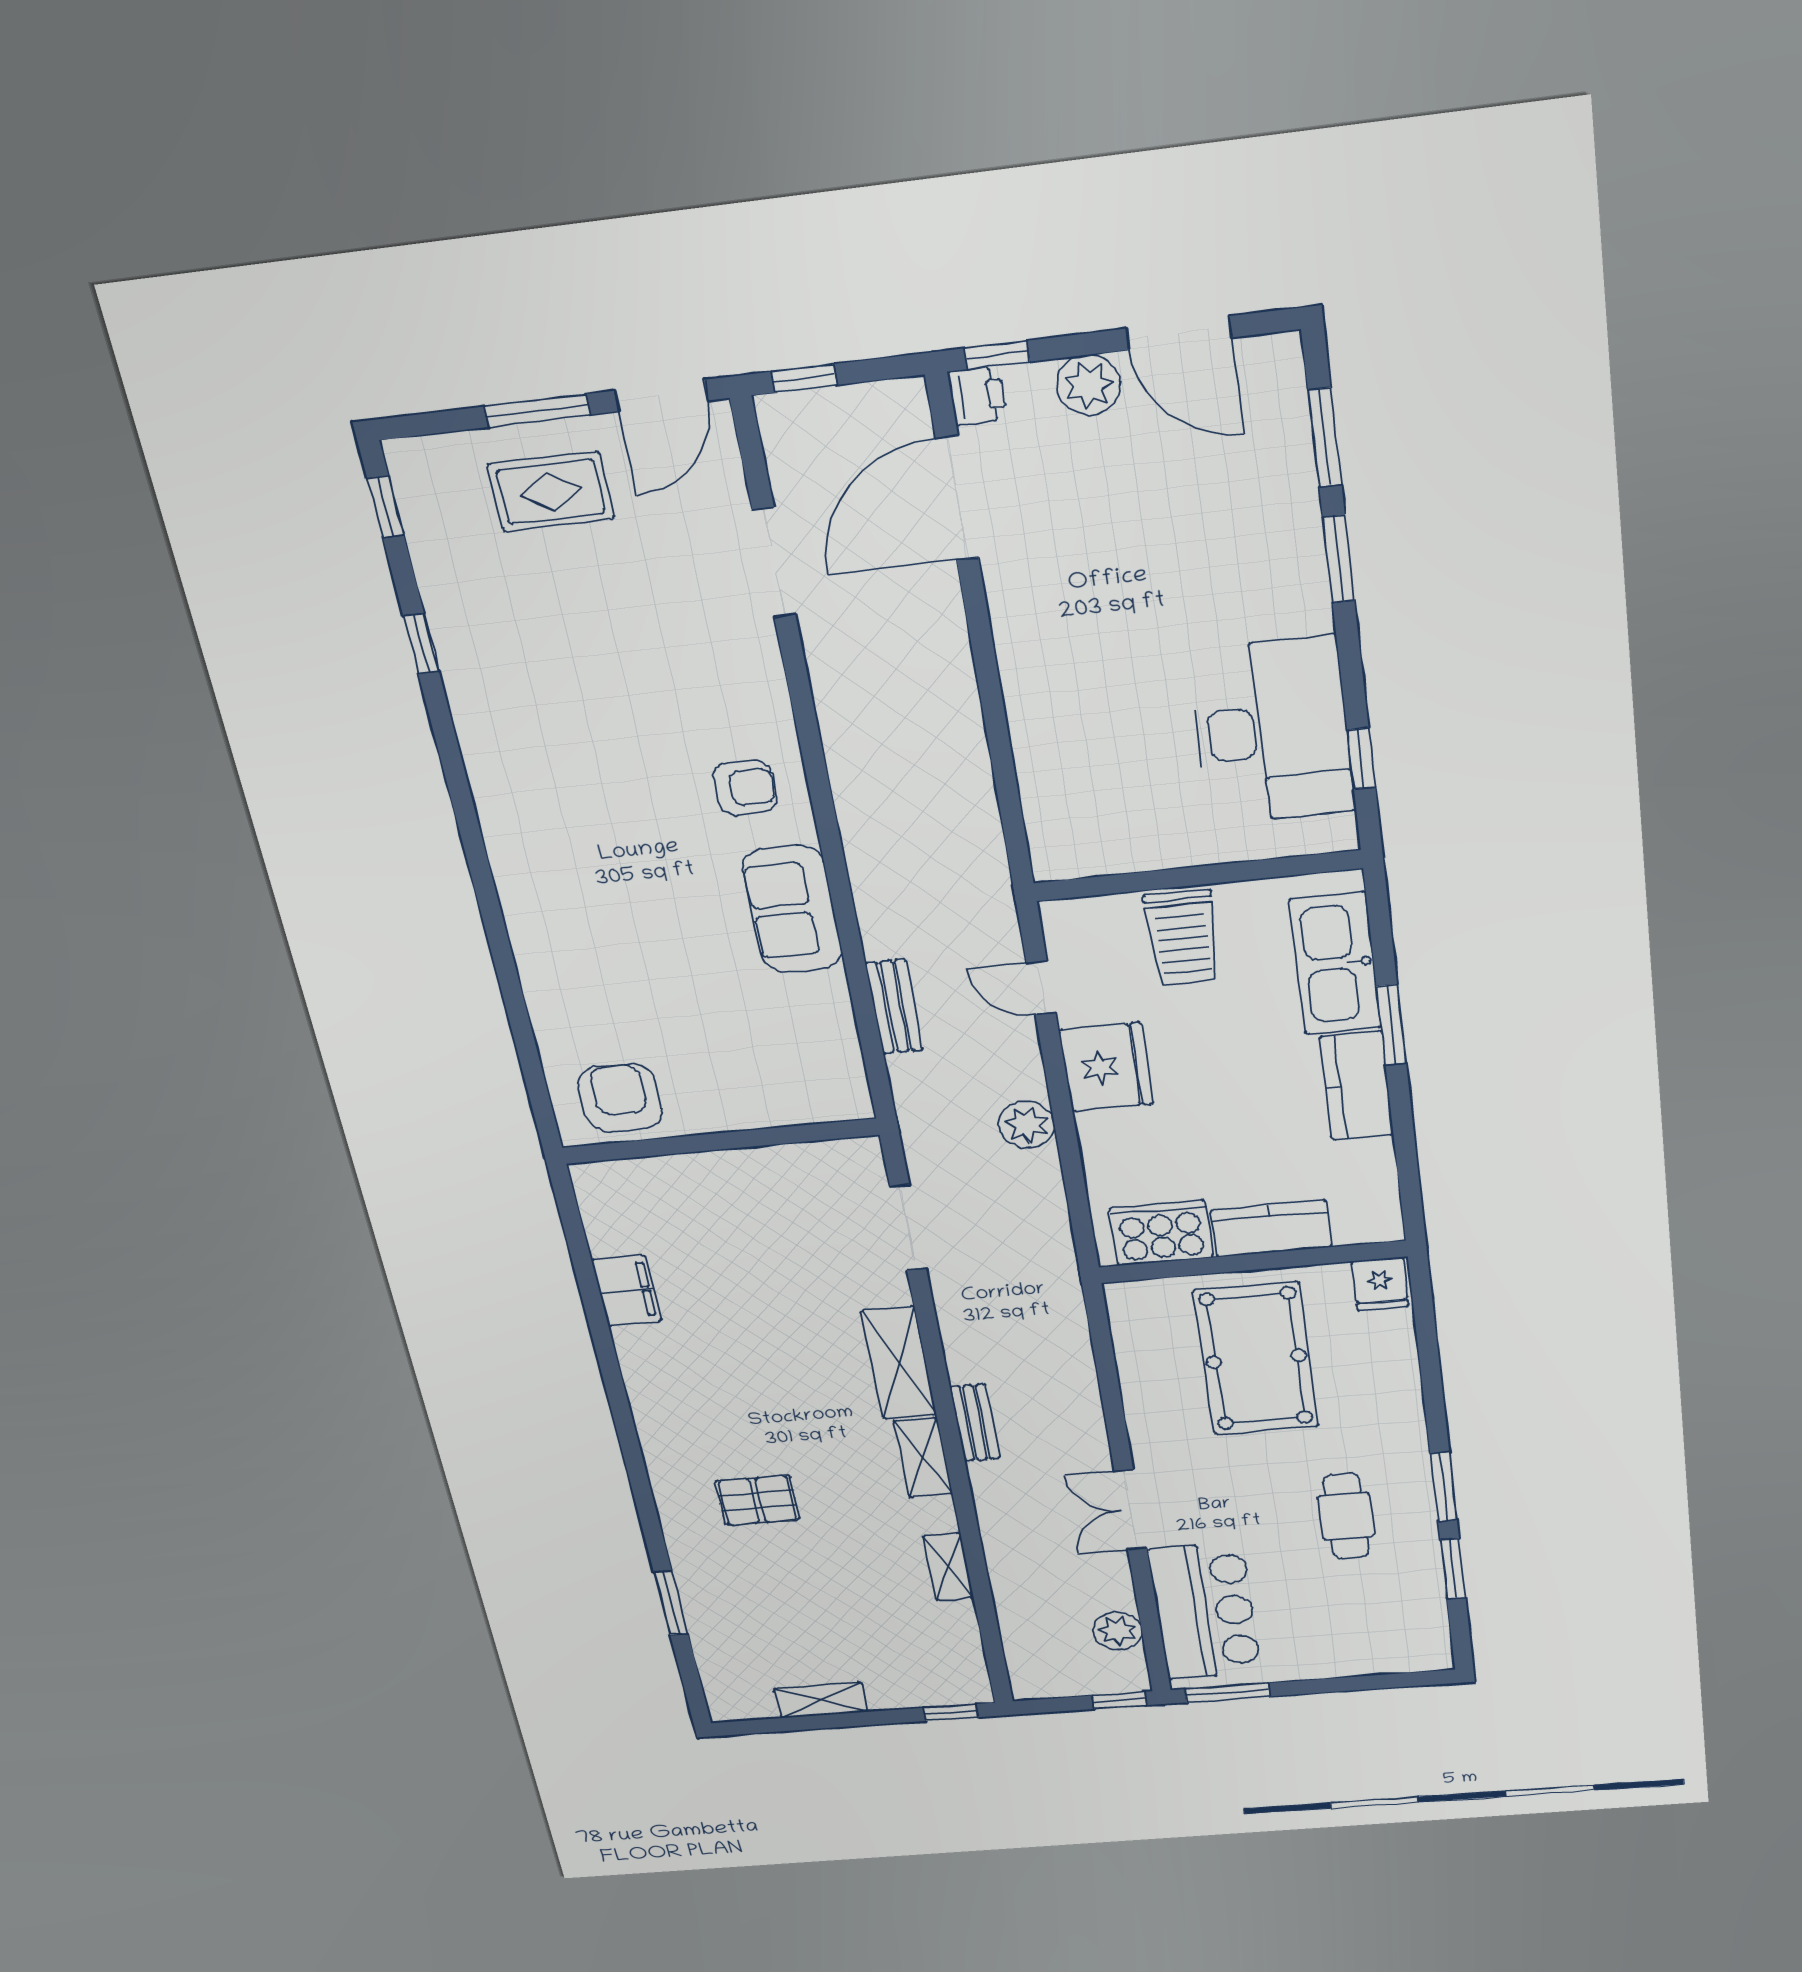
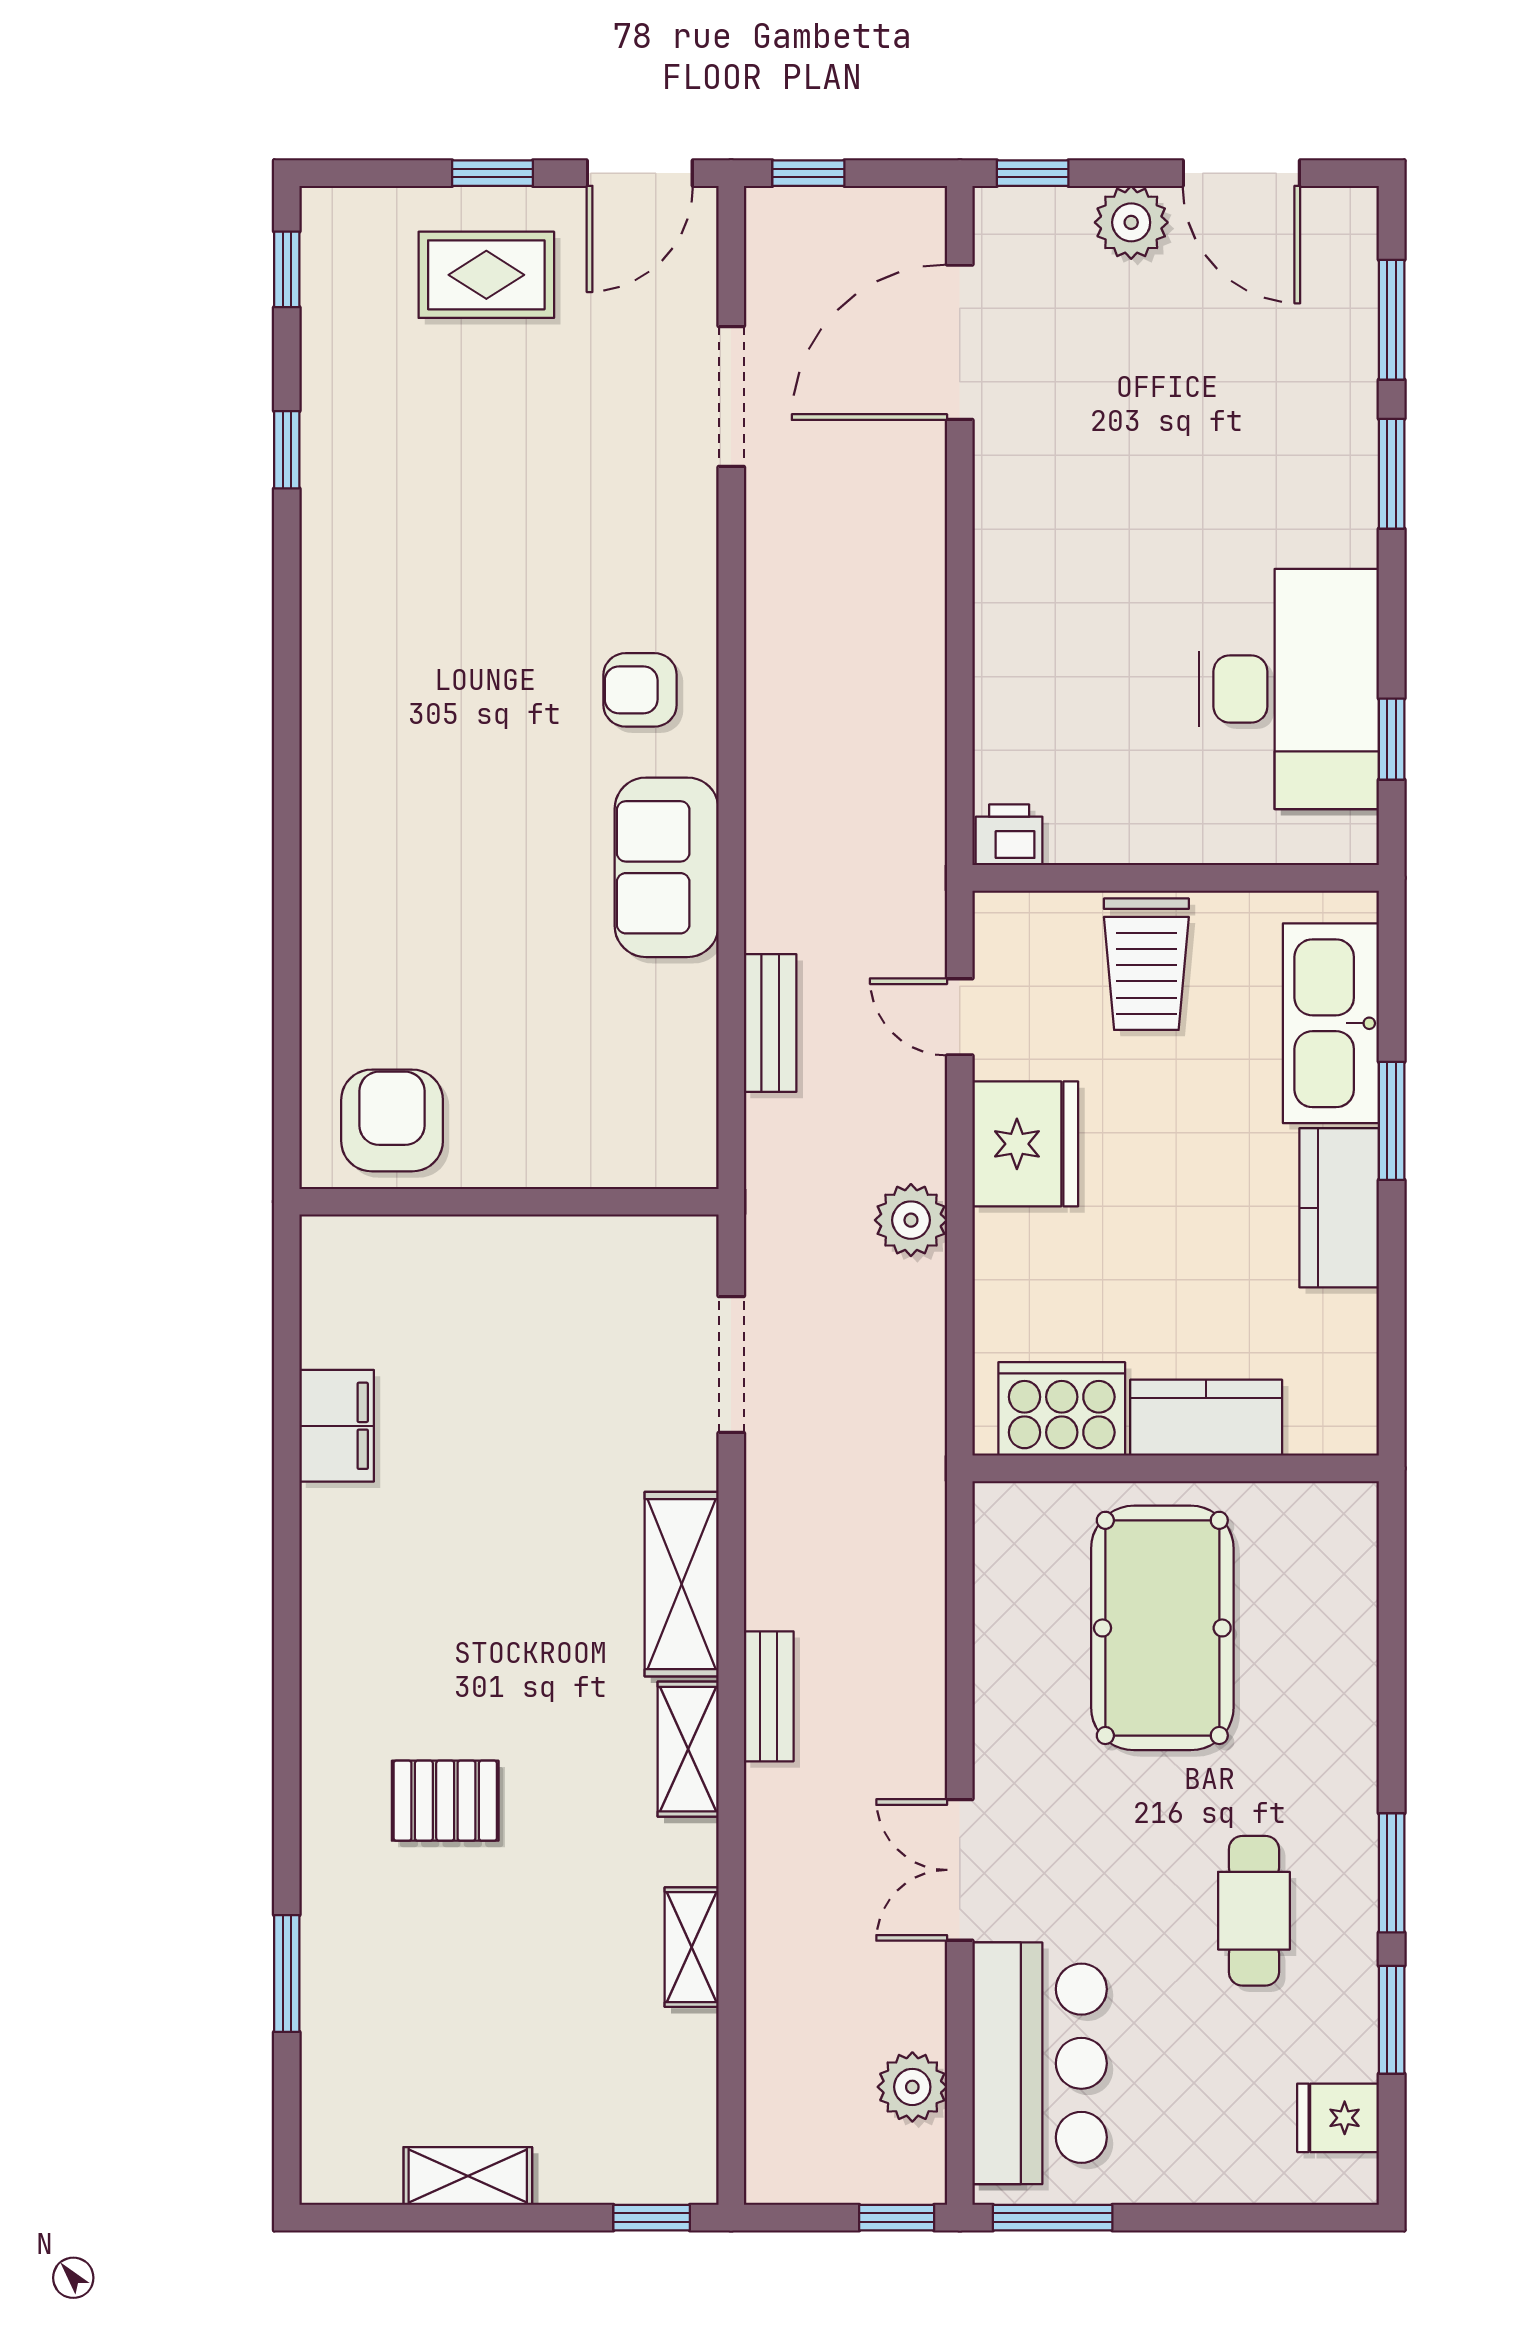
printer: (977, 396) -> (1009, 835), moved, turned -90
window: (537, 411) -> (492, 173), width x0.67
armchair: (745, 788) -> (640, 690), turned 180
fridge: (1380, 1284) -> (1338, 2118), moved, turned 90

